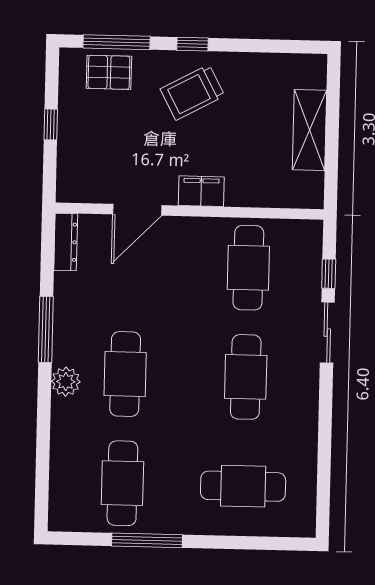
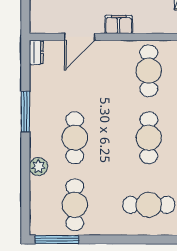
dresser: (66, 242) -> (36, 52), width x0.70
plant: (66, 382) -> (38, 167), moved
window: (147, 540) -> (57, 239), moved

